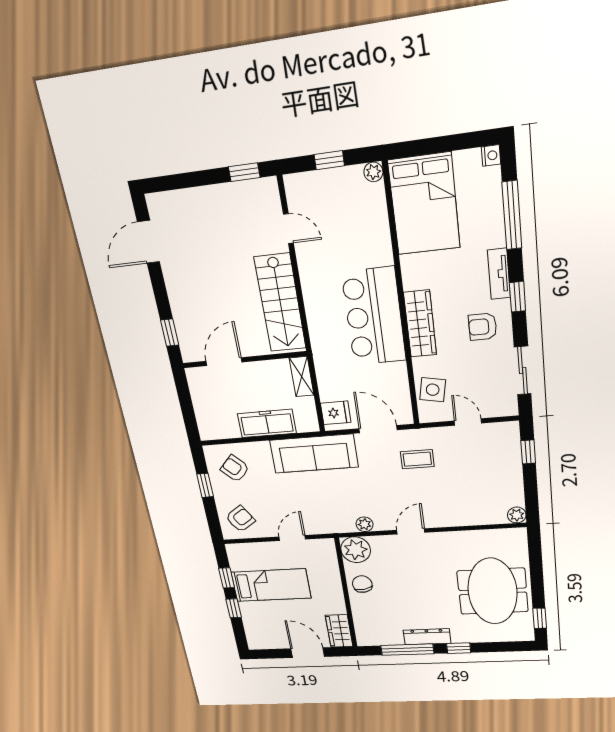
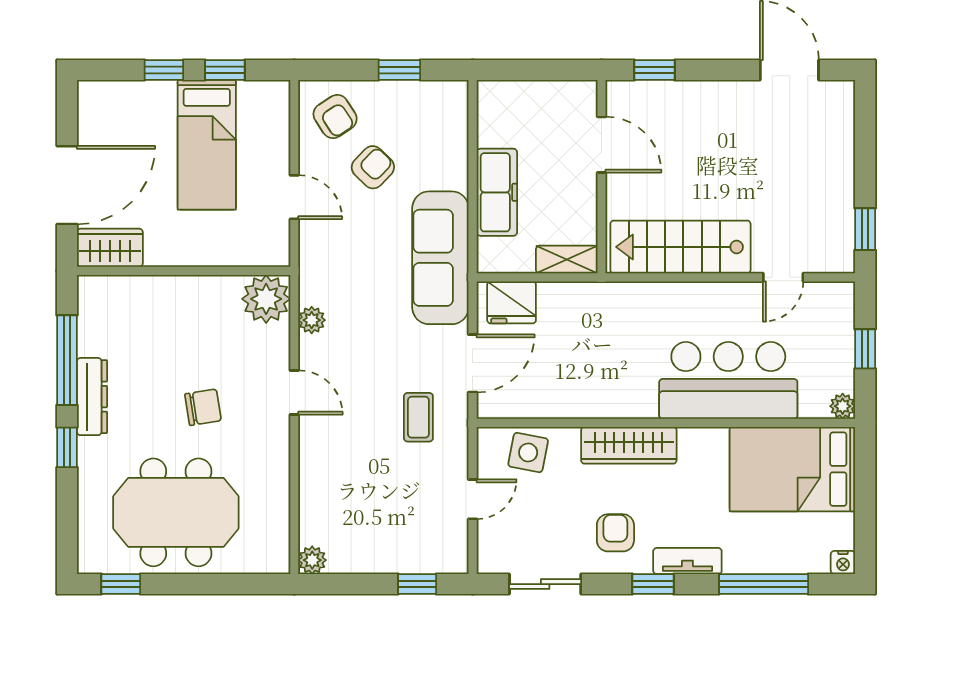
bar counter: (374, 317) -> (728, 380), moved
fridge: (336, 413) -> (512, 302), width x1.38
armchair: (235, 469) -> (373, 167), moved
chair: (362, 584) -> (203, 407), moved
door: (308, 653) -> (67, 185), width x1.36

